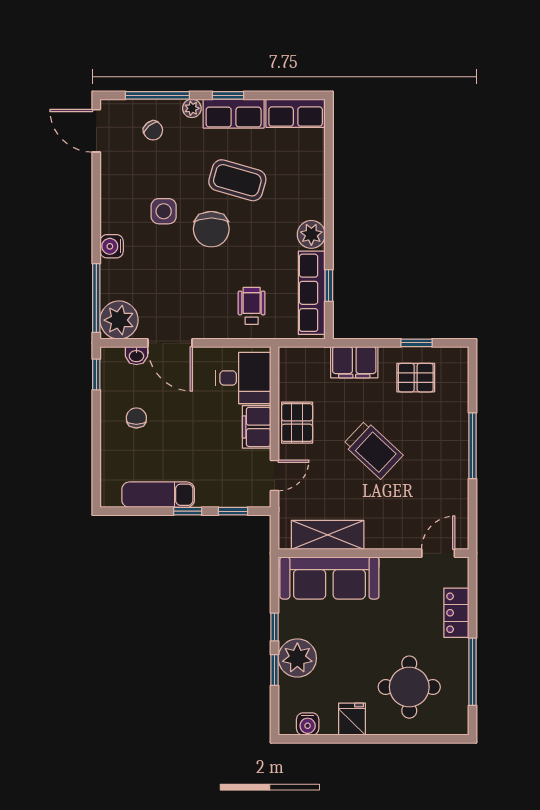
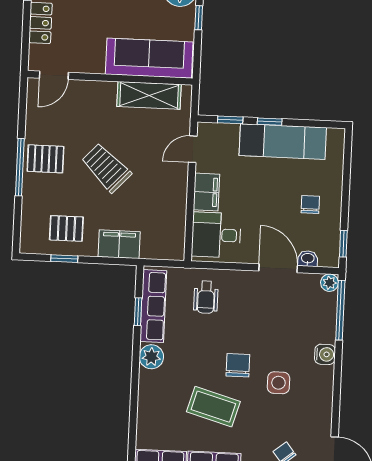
chair: (211, 229) -> (238, 365), width x0.73, depth x0.73
plant: (119, 320) -> (330, 283), width x0.53, depth x0.53
chair: (136, 418) -> (310, 205), turned 180
pallet: (297, 423) -> (45, 159), moved, turned 90
exam couch: (158, 495) -> (283, 142), width x1.36, depth x1.45

